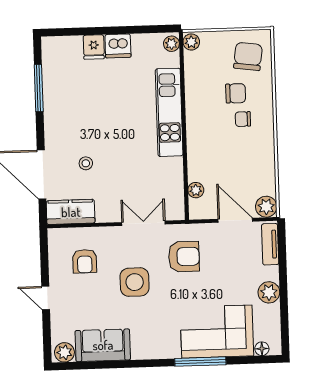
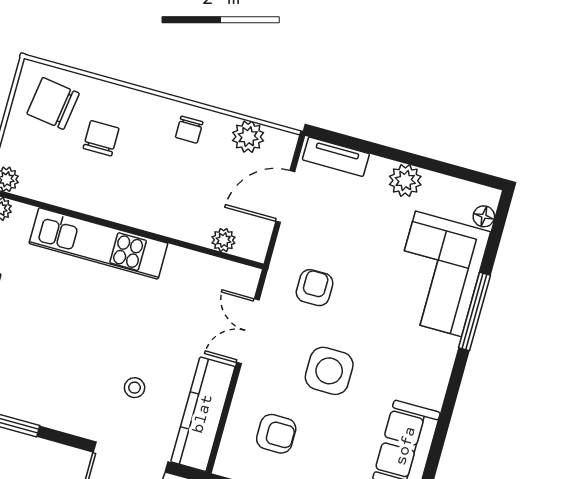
chair: (243, 119) -> (189, 130), moved
plant: (266, 207) -> (248, 137), moved
kitchen counter: (71, 212) -> (203, 414), width x1.50
armchair: (184, 257) -> (315, 288), width x0.72, depth x0.72

